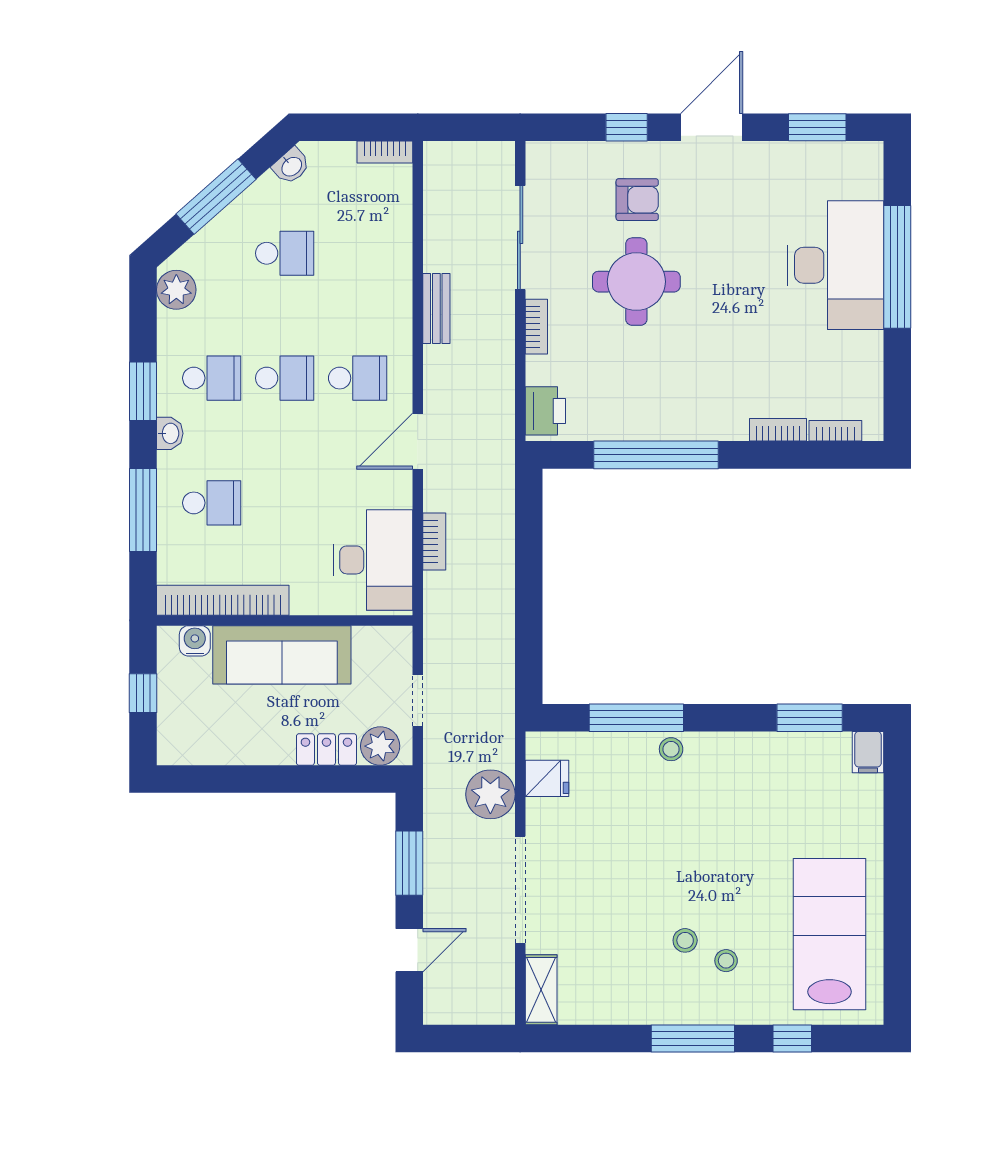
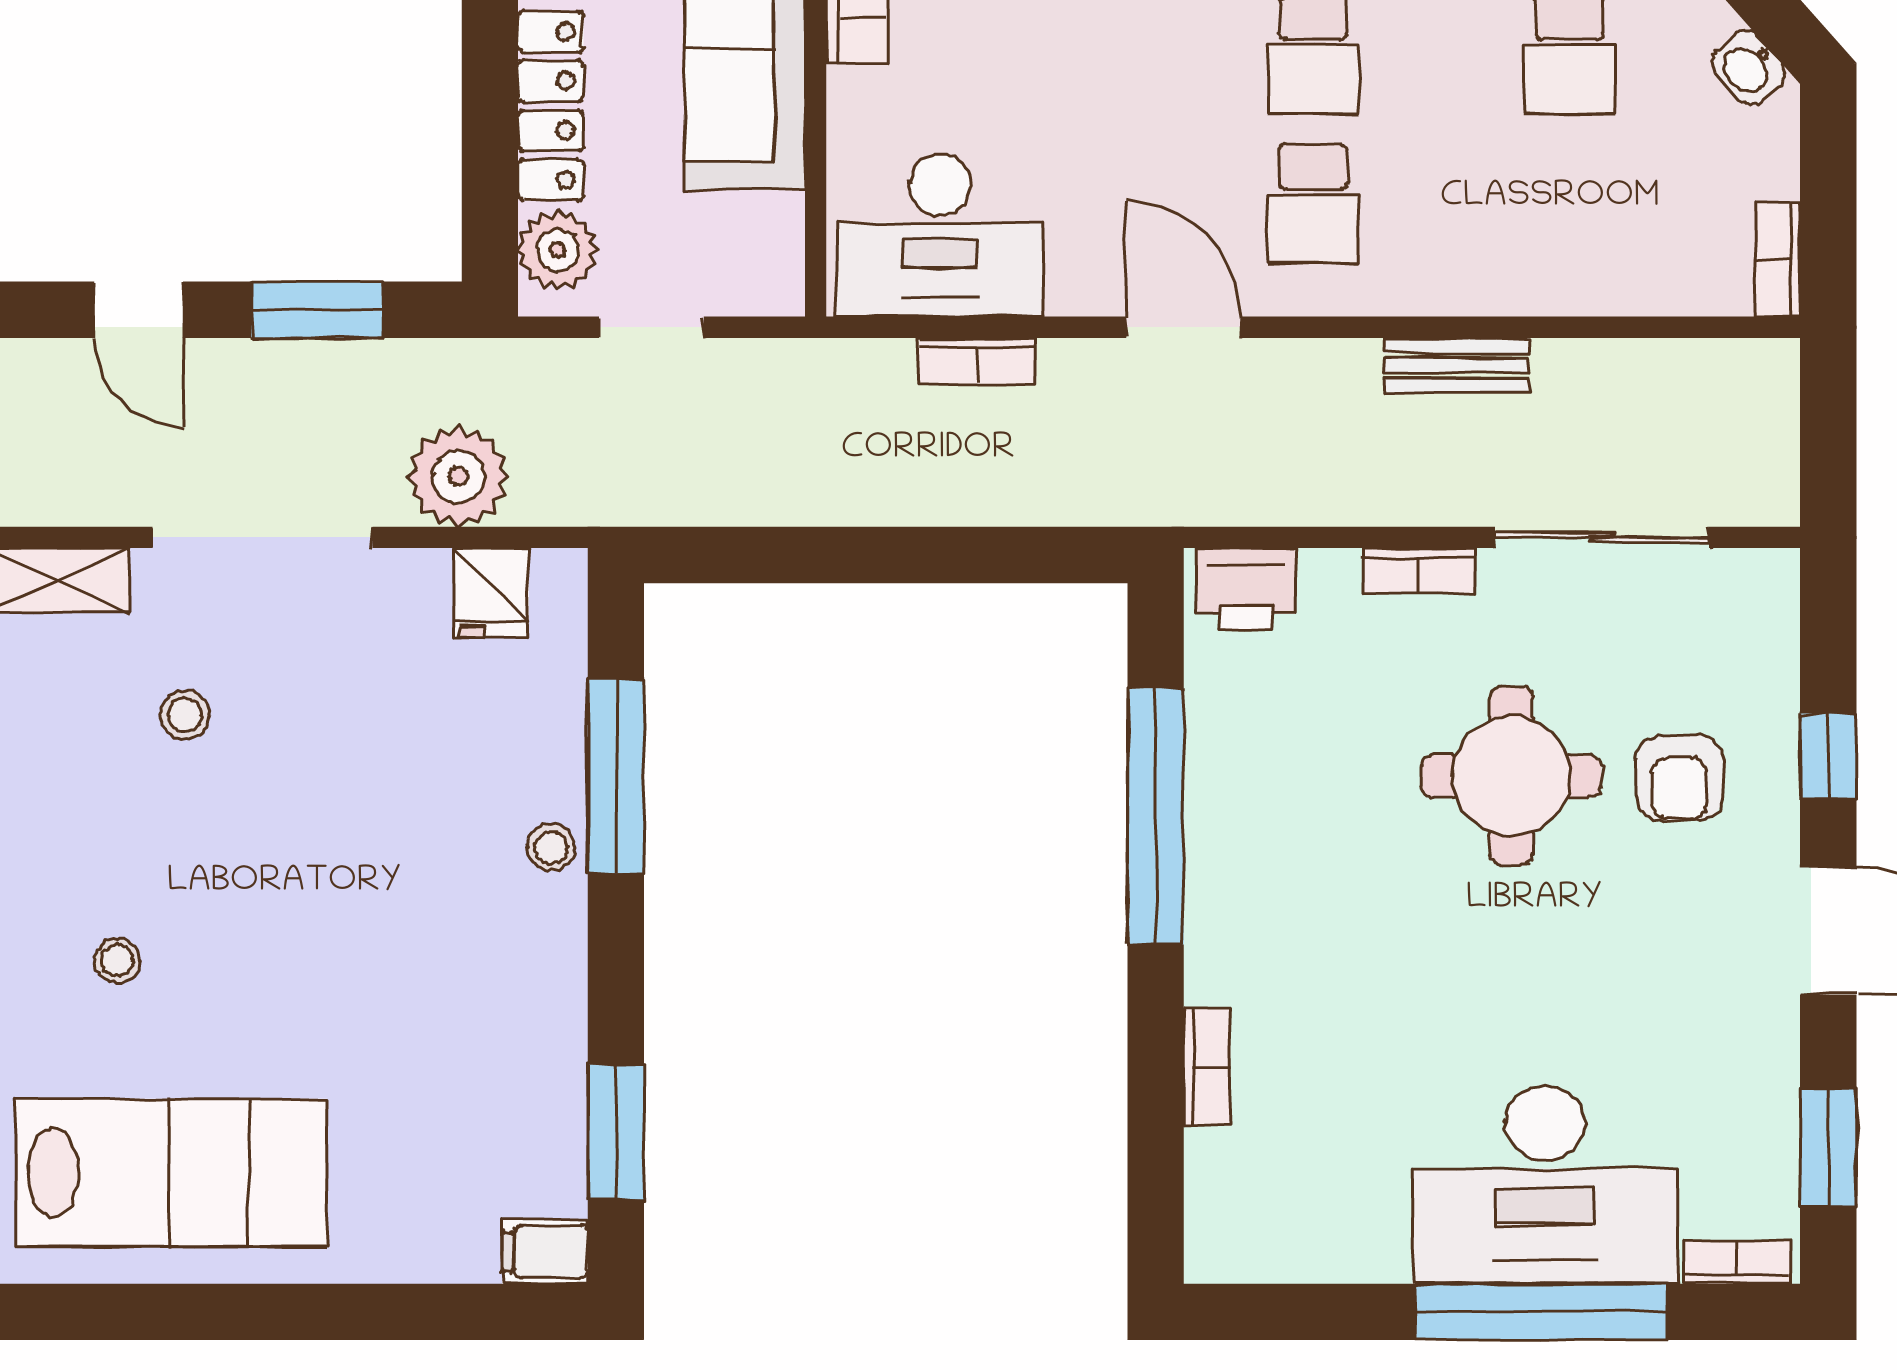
bookcase: (835, 431) -> (1737, 1262), moved, turned -90
locker: (326, 749) -> (551, 106), width x1.53
stool: (685, 940) -> (185, 715), moved

